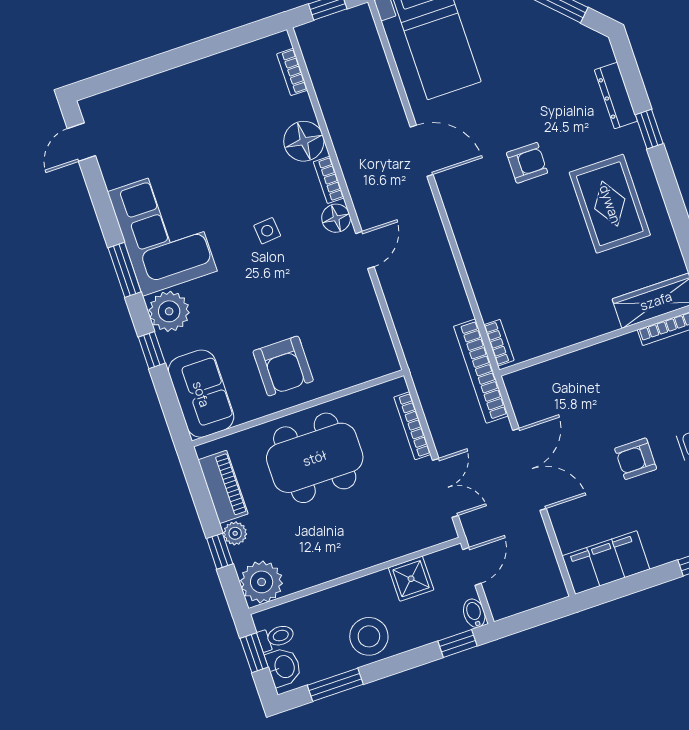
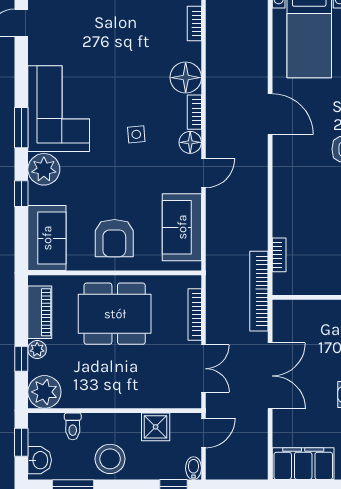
sofa: (361, 325) -> (182, 227), added
bookcase: (499, 343) -> (279, 255), moved
toilet: (276, 637) -> (73, 426), moved, turned 90

